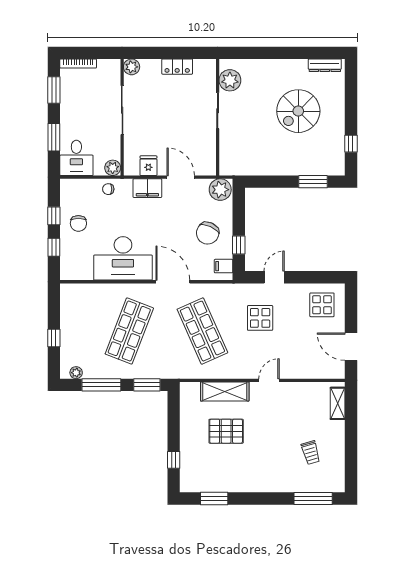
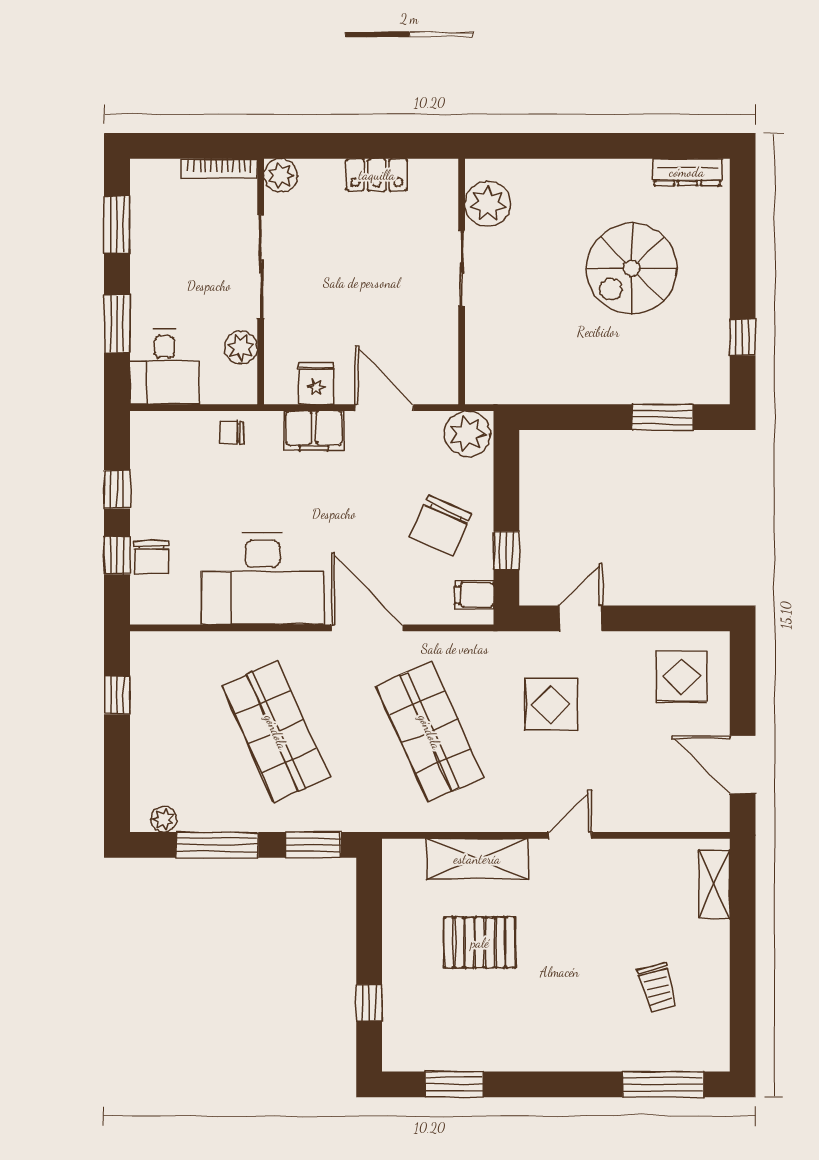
bookcase: (78, 64) -> (219, 168), moved
plant: (113, 168) -> (241, 347), moved
chair: (78, 223) -> (151, 558), moved
shop shelf: (129, 331) -> (276, 732), turned -45
window: (54, 338) -> (117, 695), moved

